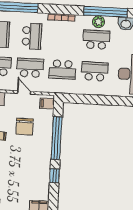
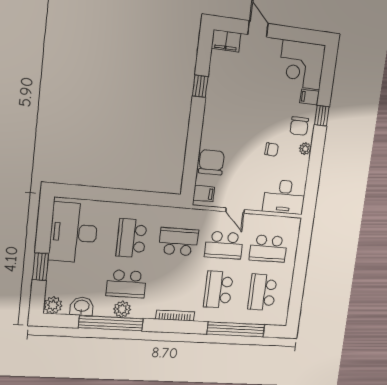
school desk: (95, 71) -> (132, 238), turned 90
chair: (25, 127) -> (211, 162), moved
window: (57, 138) -> (193, 142), removed

